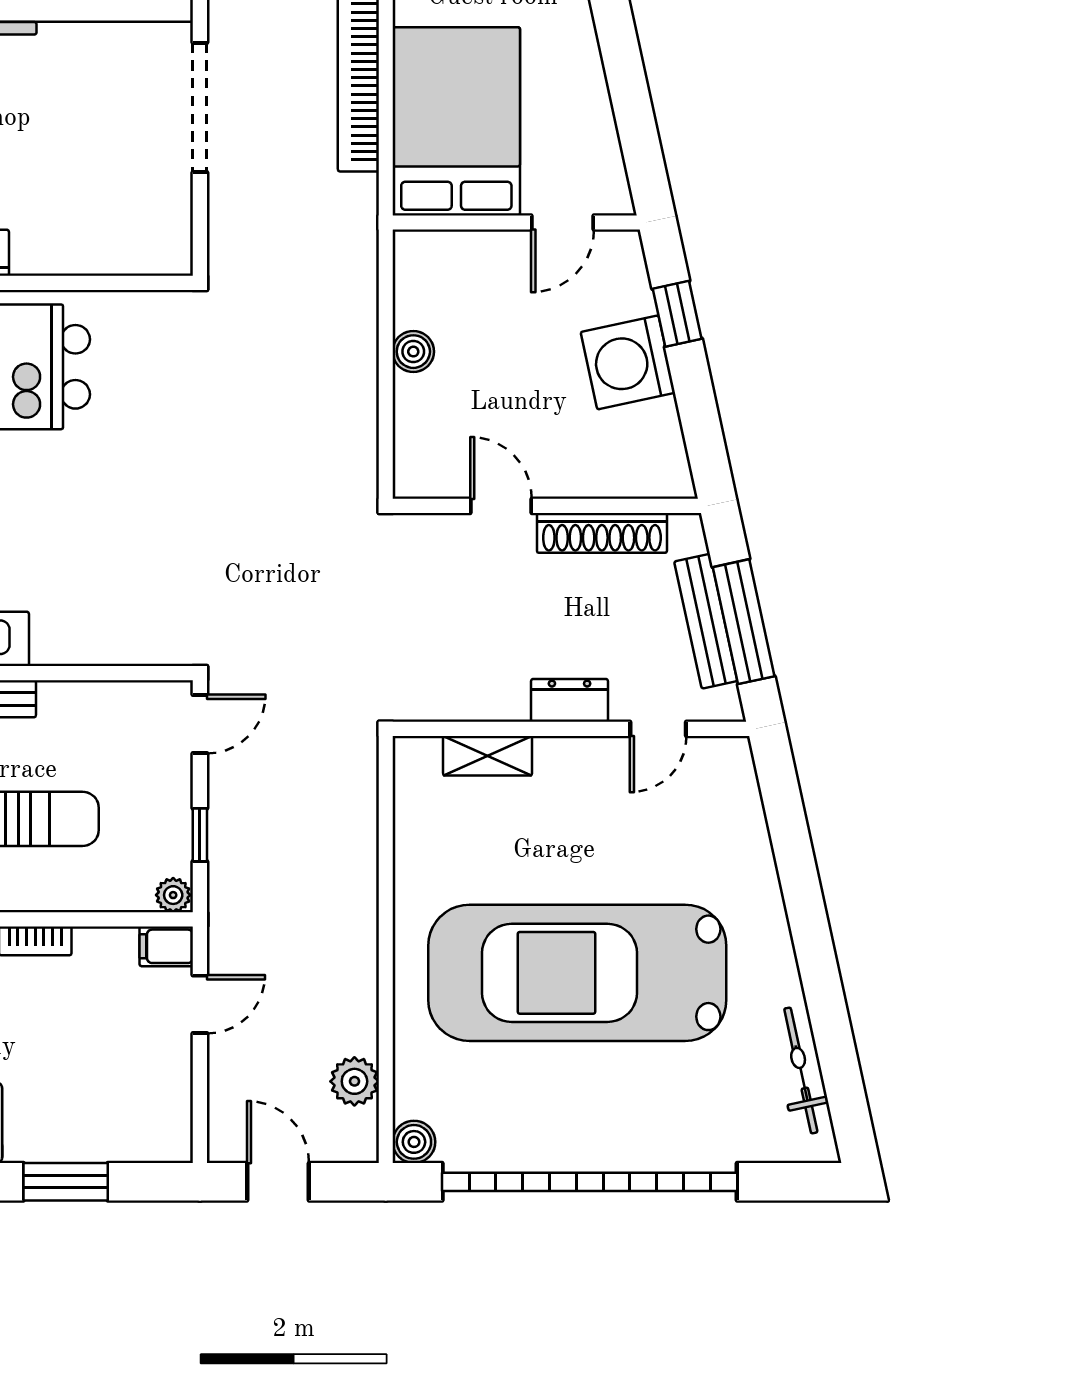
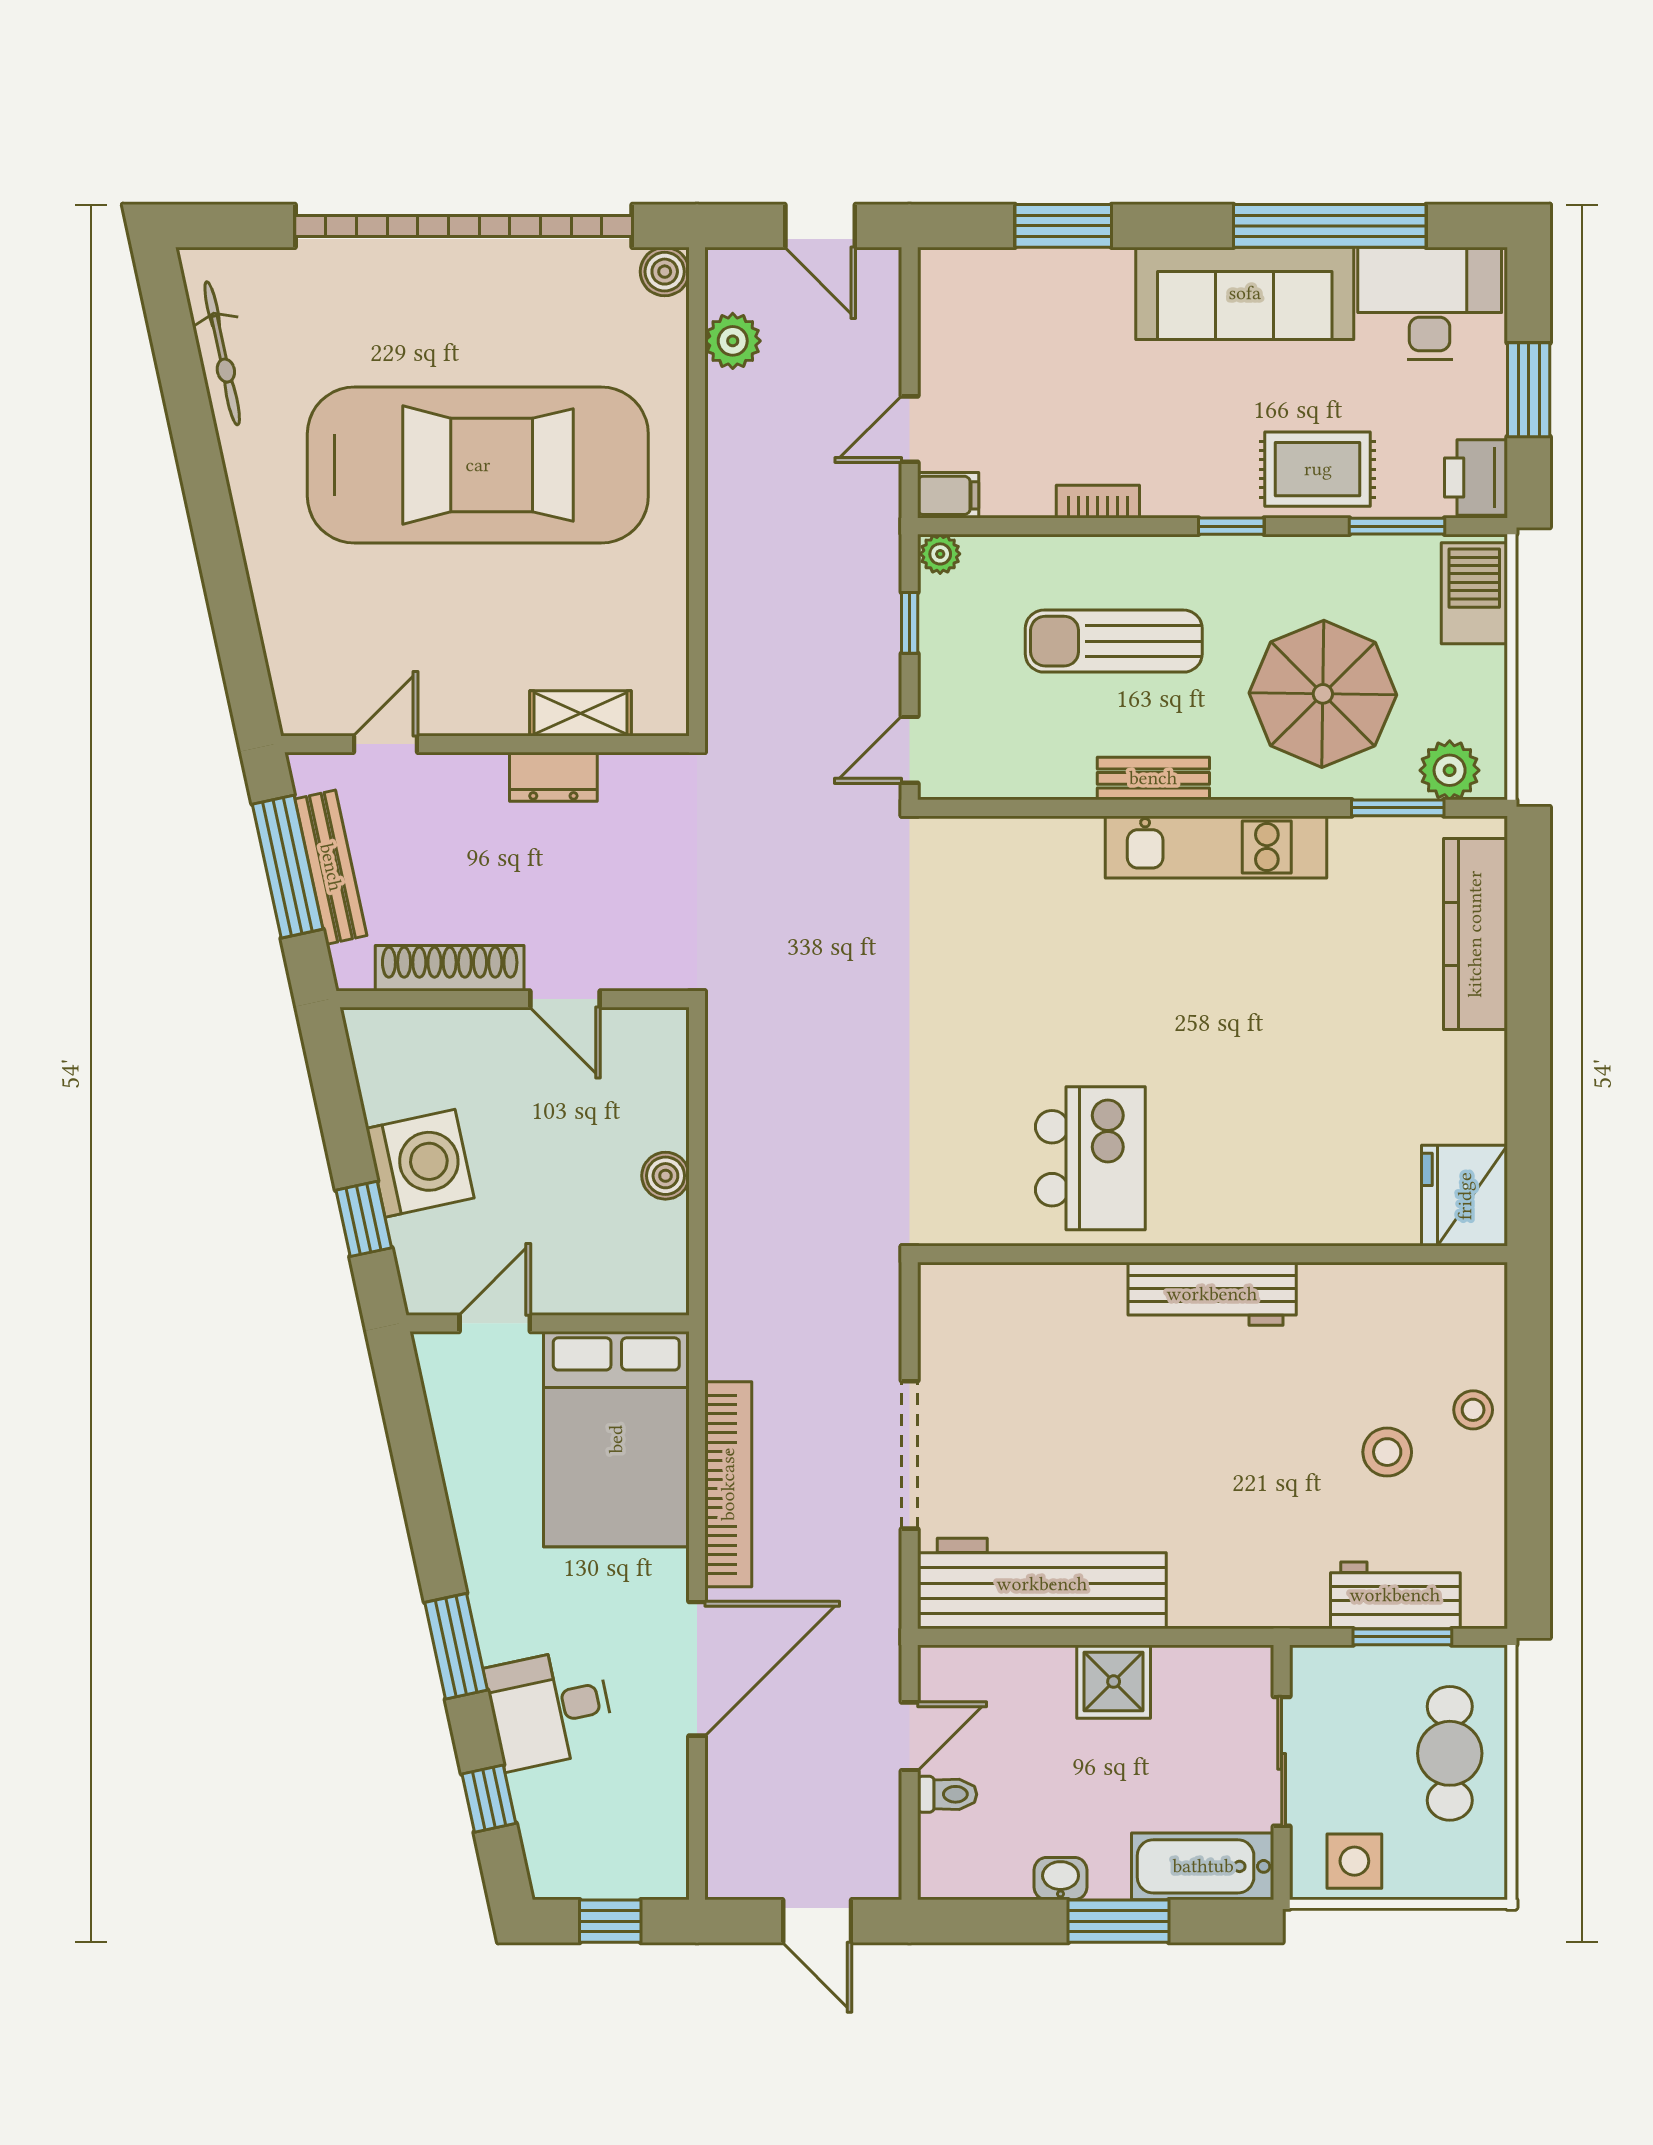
dresser: (570, 700) -> (553, 777), moved

